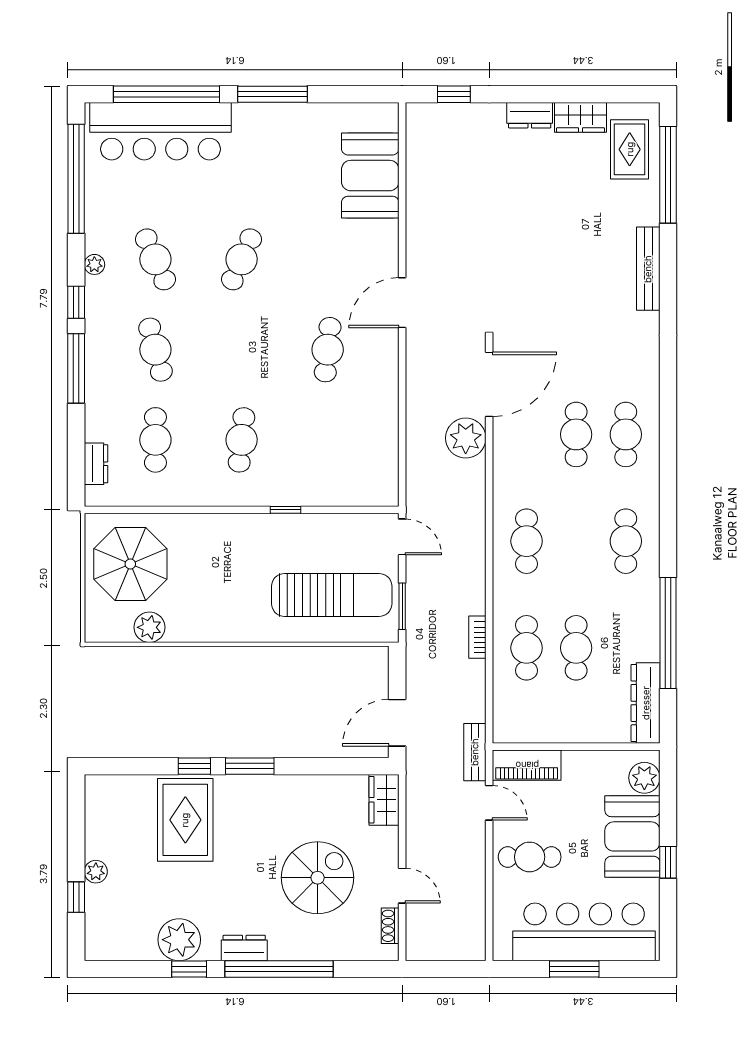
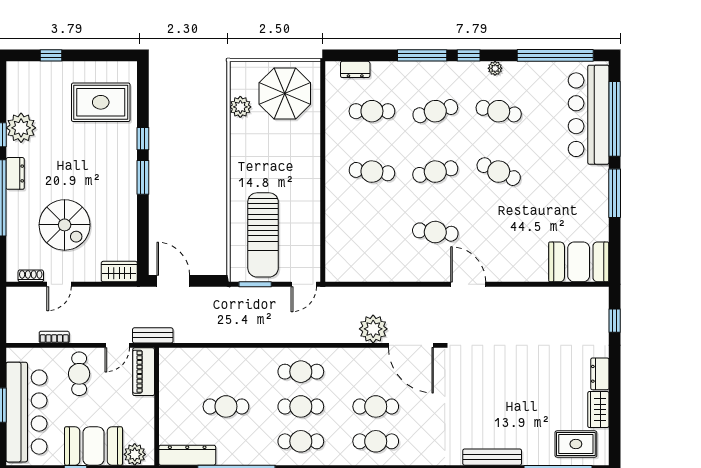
booth: (370, 176) -> (579, 262), moved
cafe table: (155, 259) -> (499, 111), turned 36
cafe table: (242, 350) -> (435, 172), added
window: (285, 510) -> (323, 202), removed
bookcase: (477, 637) -> (54, 337), moved
cafe table: (527, 648) -> (301, 406), moved
rug: (185, 820) -> (101, 102), moved
plant: (96, 872) -> (69, 69), removed

